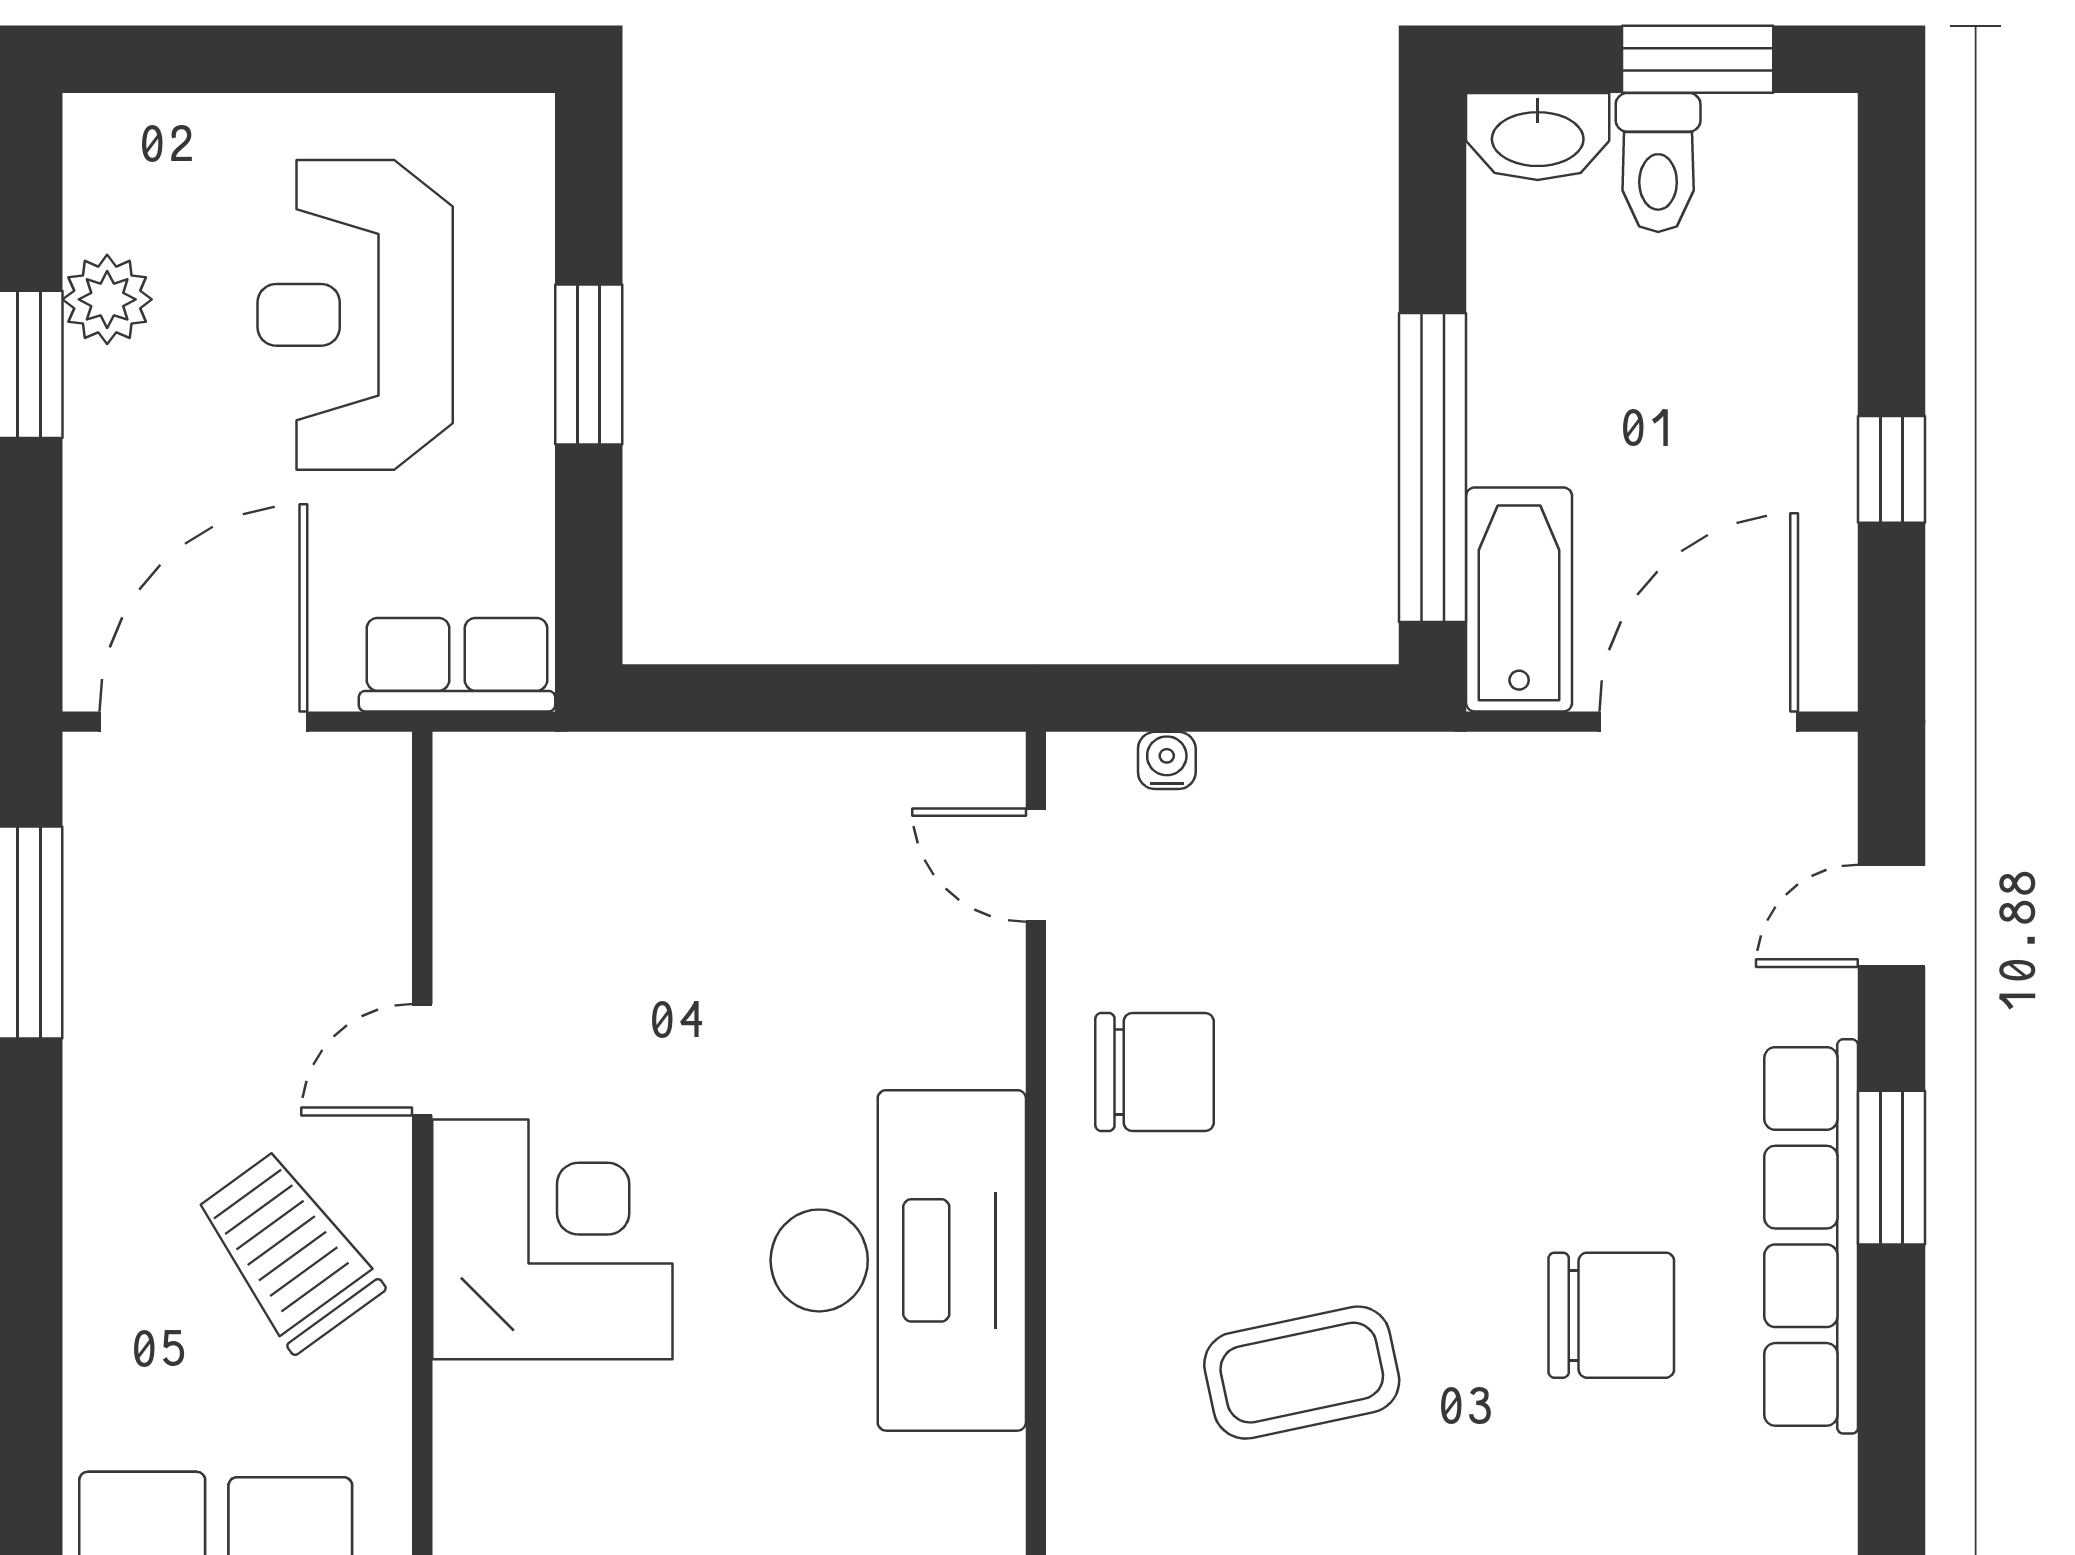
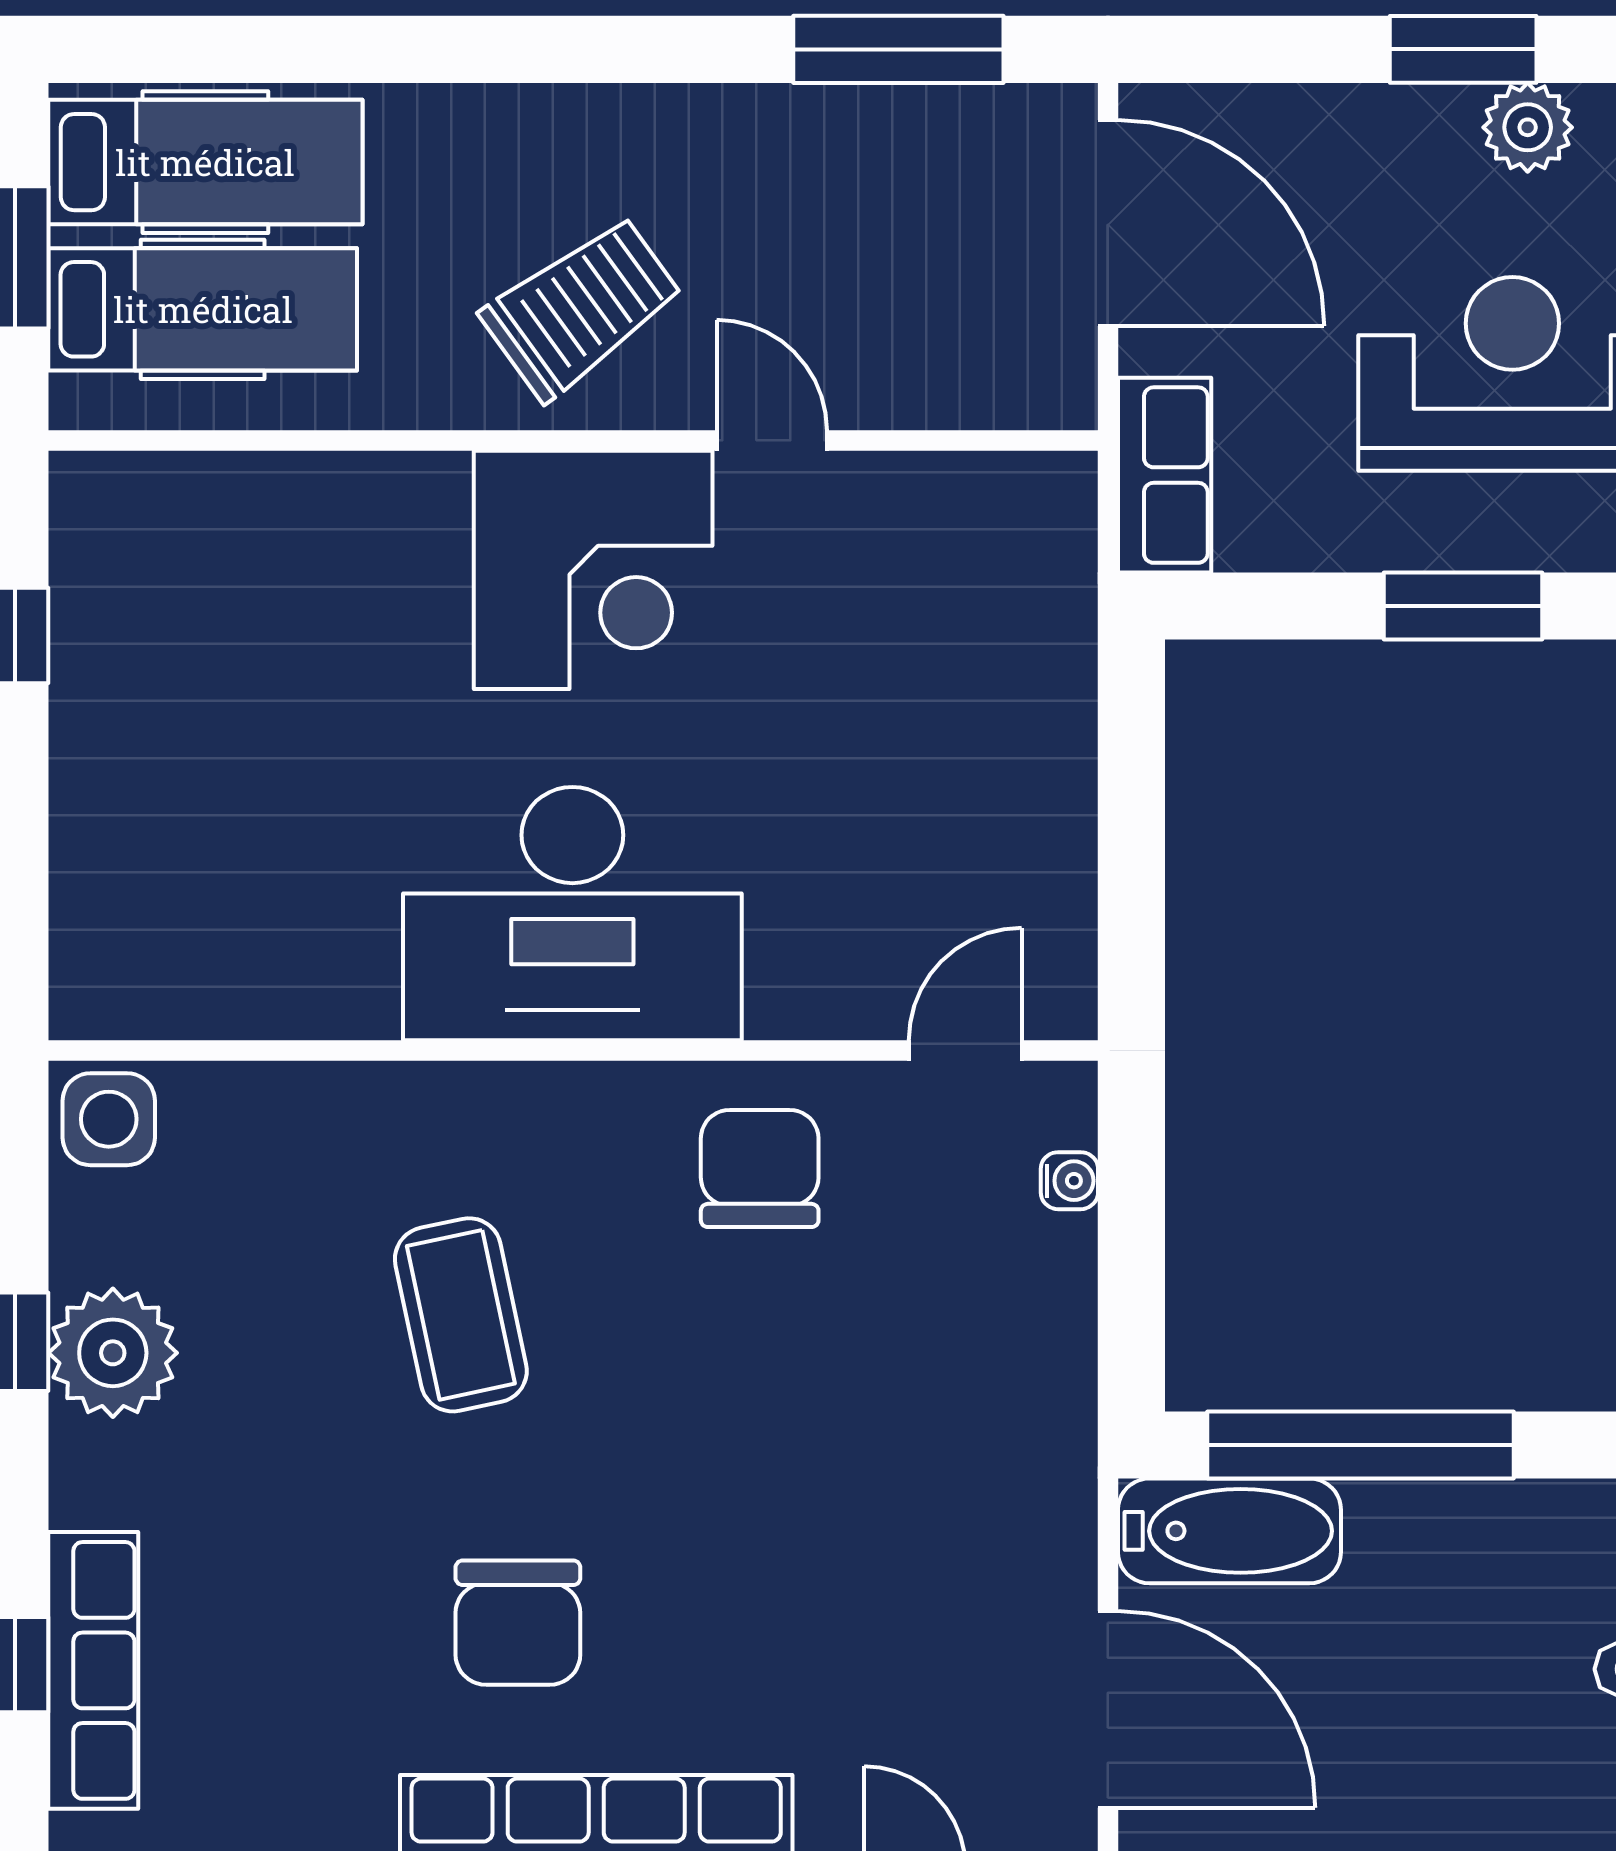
chair: (1155, 1072) -> (760, 1169), turned 180

